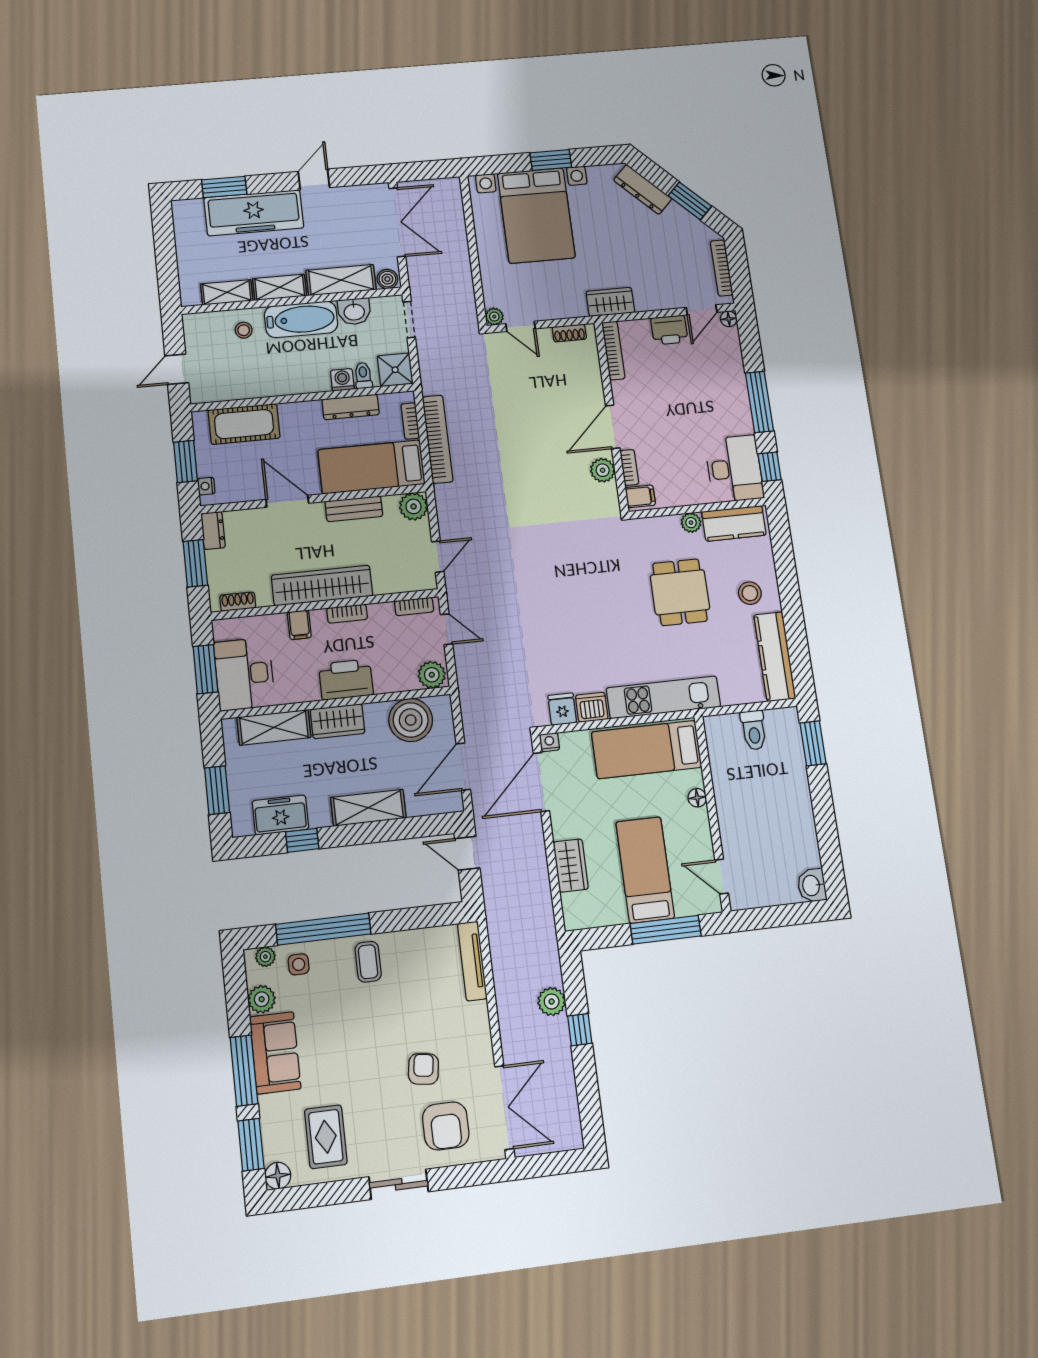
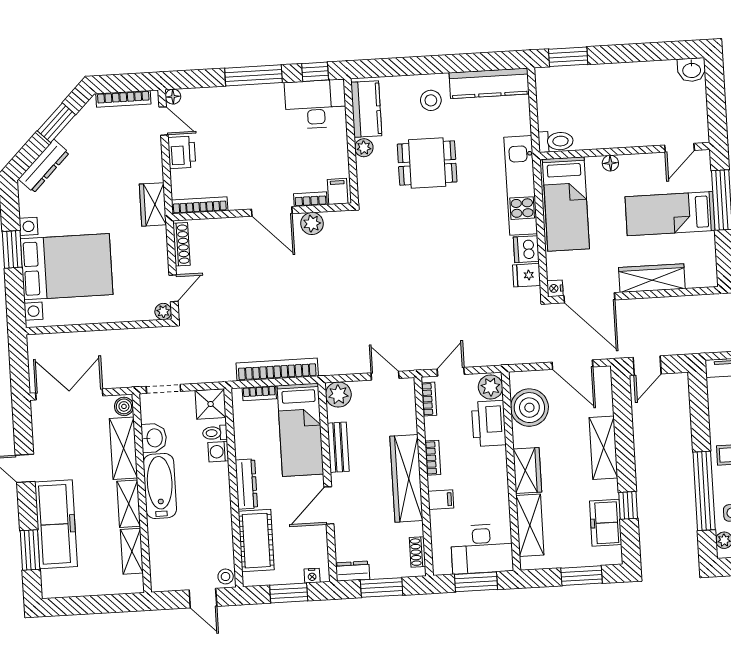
stool: (244, 330) -> (226, 576), moved
shoe rack: (569, 333) -> (181, 244), width x1.43
dresser: (351, 407) -> (246, 484), moved
printer: (346, 680) -> (489, 423), moved
toilet: (754, 730) -> (556, 141), moved
wardrobe: (571, 866) -> (652, 278), width x1.50

